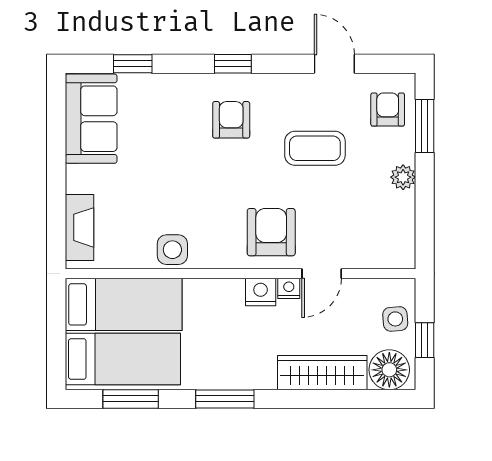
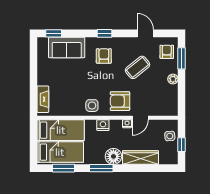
window: (133, 64) -> (54, 33), moved
sofa: (91, 119) -> (67, 47), moved, turned 90
coffee table: (315, 148) -> (138, 67), turned -39
armchair: (271, 232) -> (120, 101), turned -90
side table: (172, 250) -> (92, 106), moved
nightstand: (261, 292) -> (103, 125), moved
floor lamp: (389, 370) -> (113, 156), moved

